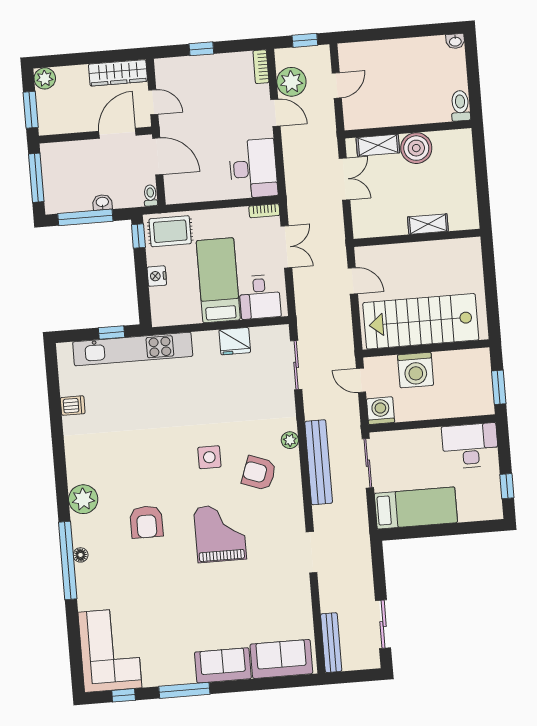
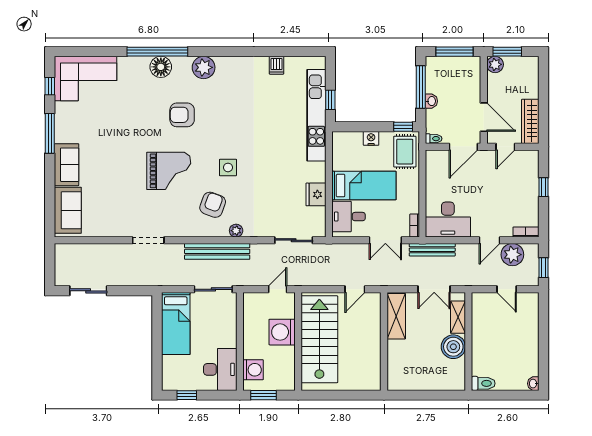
plant: (45, 78) -> (495, 64), moved
shelving: (428, 224) -> (396, 316), moved, width x1.50, depth x1.33
washing machine: (381, 411) -> (253, 370), moved
floor lamp: (81, 555) -> (161, 67), width x1.89, depth x1.89
bench: (331, 643) -> (432, 250), moved

